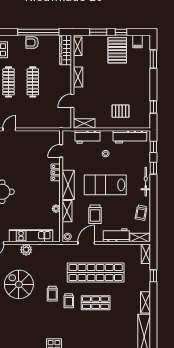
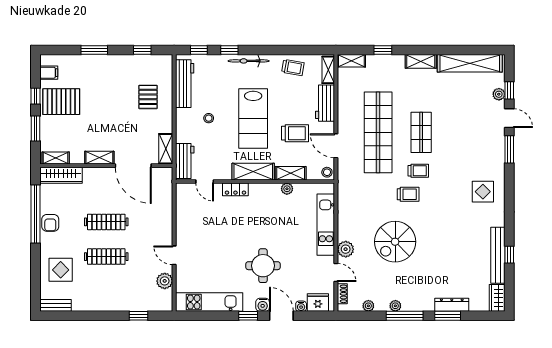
window: (153, 59) -> (94, 50), moved
door: (72, 101) -> (133, 166), width x1.88
workbench: (88, 137) -> (185, 161), moved
plant: (26, 250) -> (346, 249), moved

